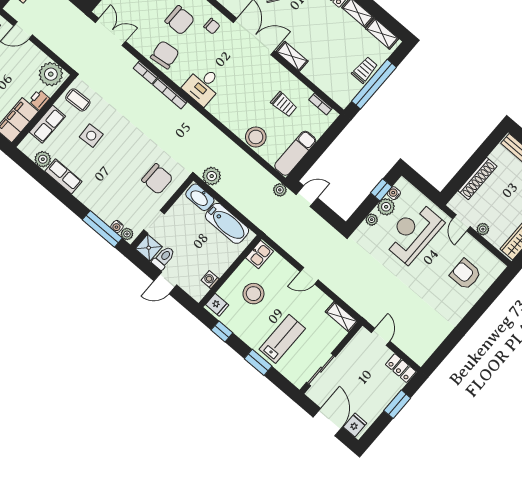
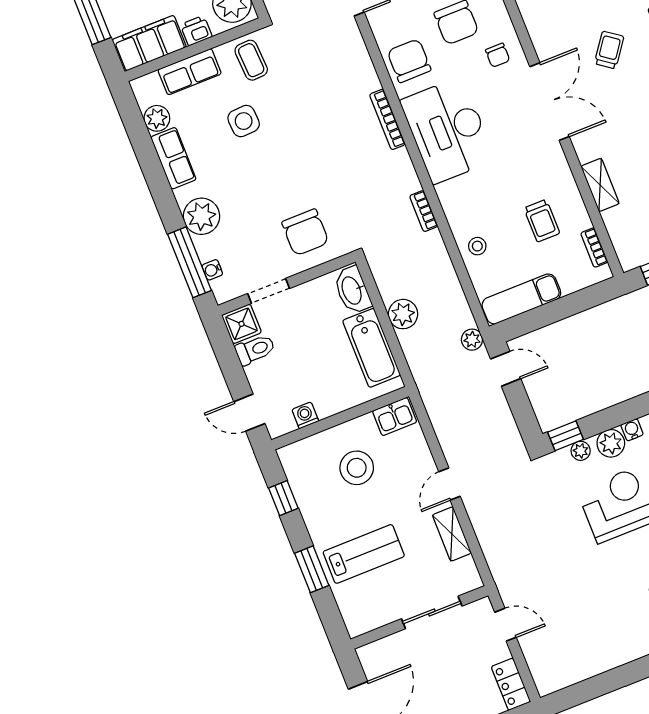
chair: (165, 55) -> (409, 61), turned -83
shelving: (292, 56) -> (600, 185), moved
bookcase: (145, 72) -> (424, 211), moved
desk: (203, 86) -> (448, 130), width x1.87, depth x1.30
stool: (256, 137) -> (477, 246), width x0.53, depth x0.53
plant: (212, 176) -> (403, 314), moved
window: (381, 190) -> (565, 436), moved
plant: (127, 234) -> (201, 216), moved, width x1.88, depth x1.88
door: (309, 276) -> (450, 484), hinge flipped
door: (165, 283) -> (249, 413), moved
fridge: (217, 305) -> (297, 457), removed
shelving: (342, 317) -> (452, 534), moved
door: (381, 337) -> (506, 625), hinge flipped
sliding door: (321, 370) -> (432, 612), moved

